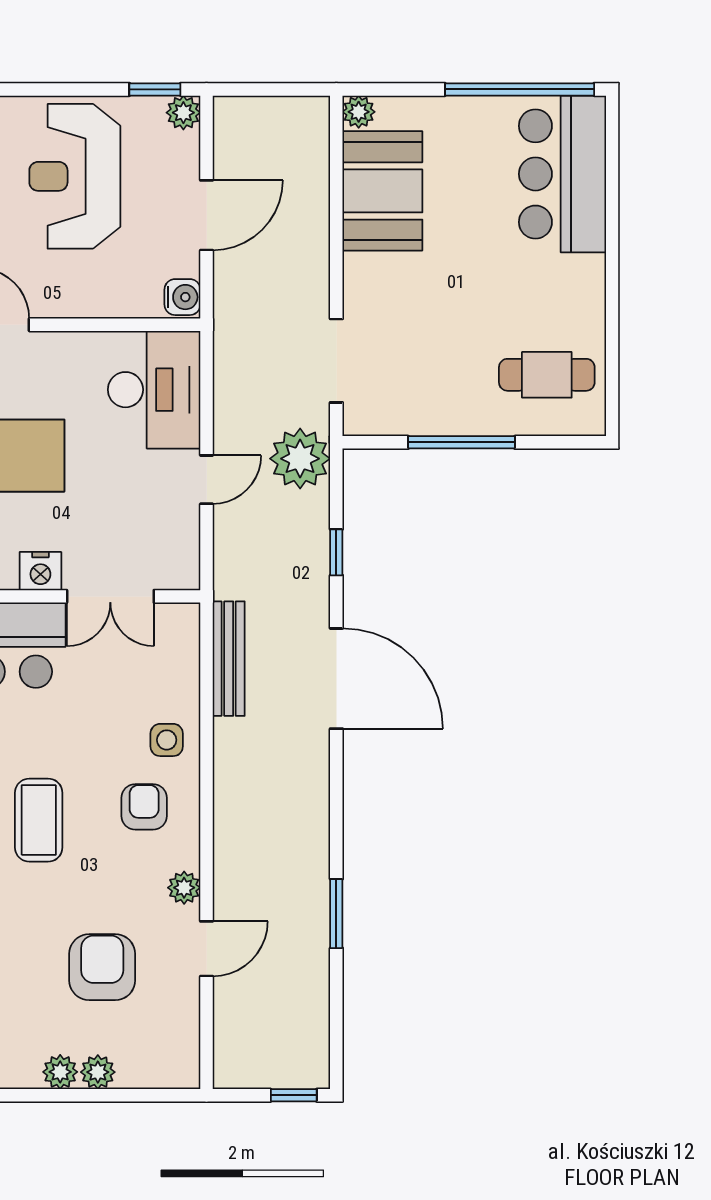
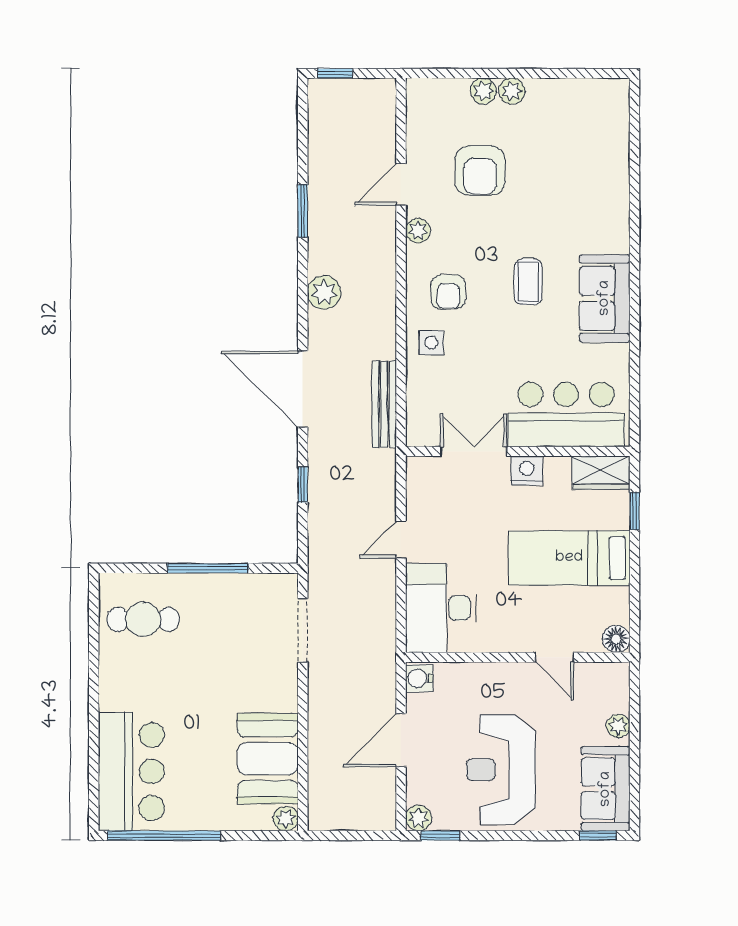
reception desk: (75, 176) -> (501, 770), turned 180
plant: (300, 459) -> (324, 292), moved, width x0.73, depth x0.73
coffee table: (39, 820) -> (528, 282), width x0.73, depth x0.77

